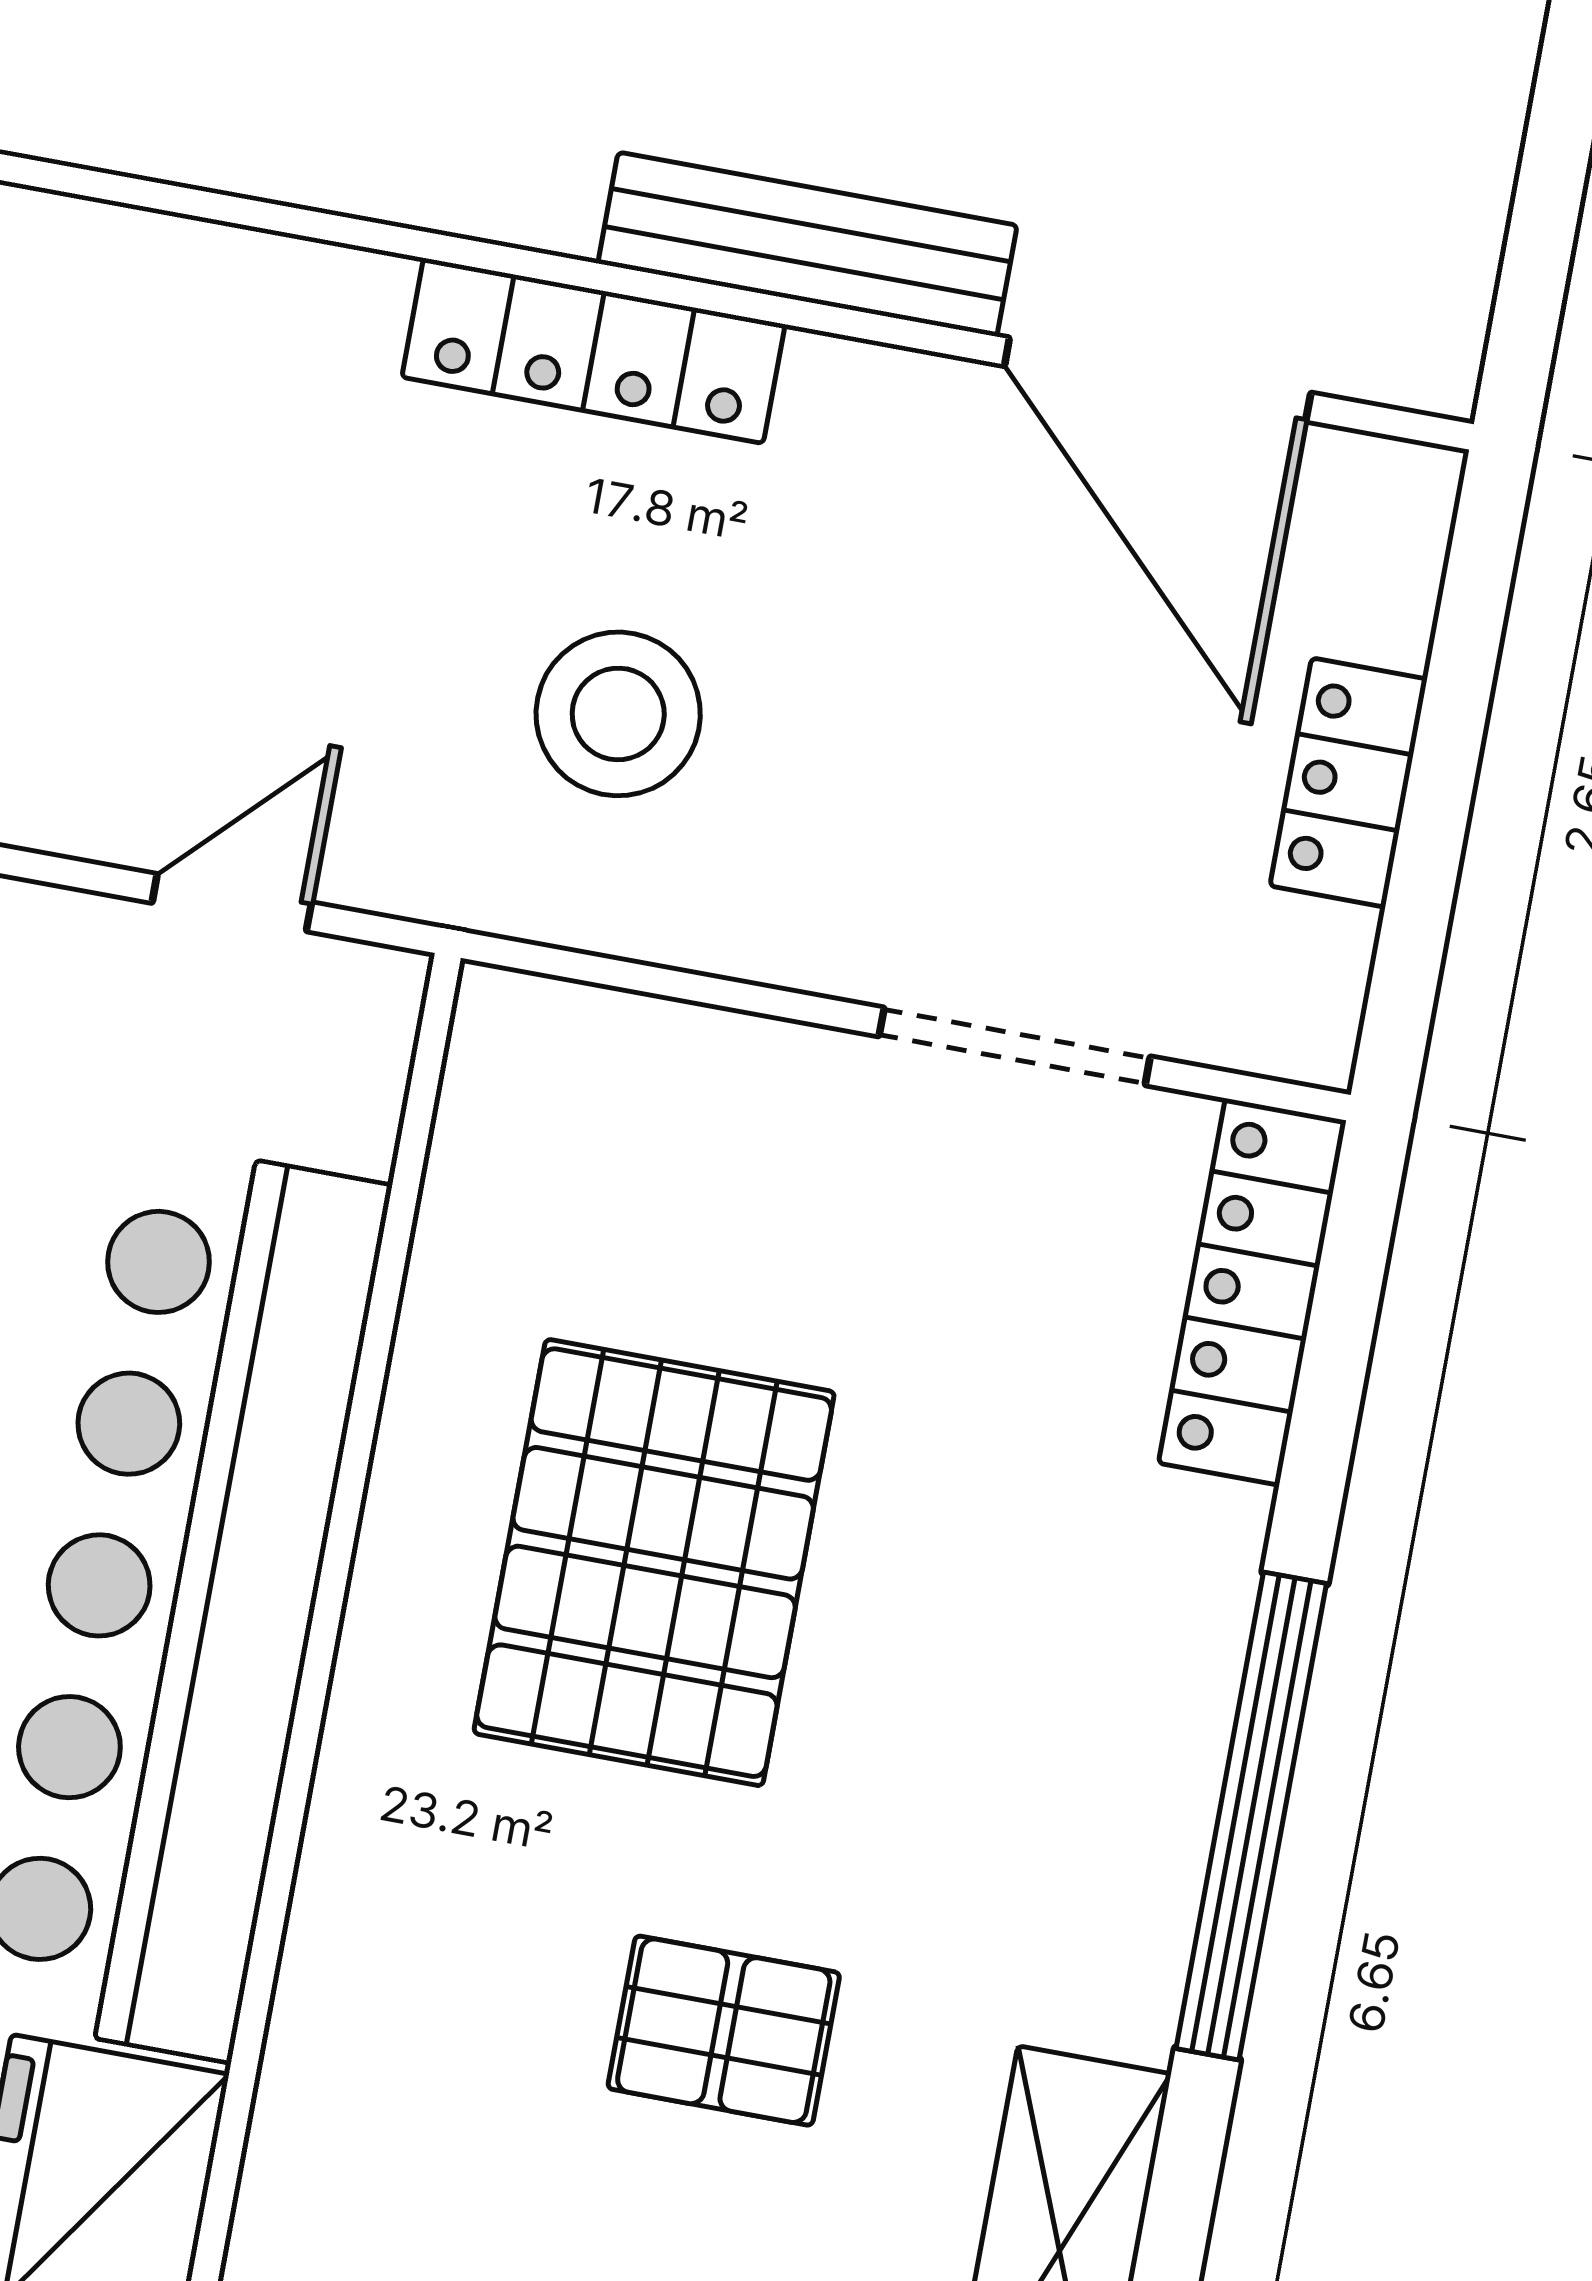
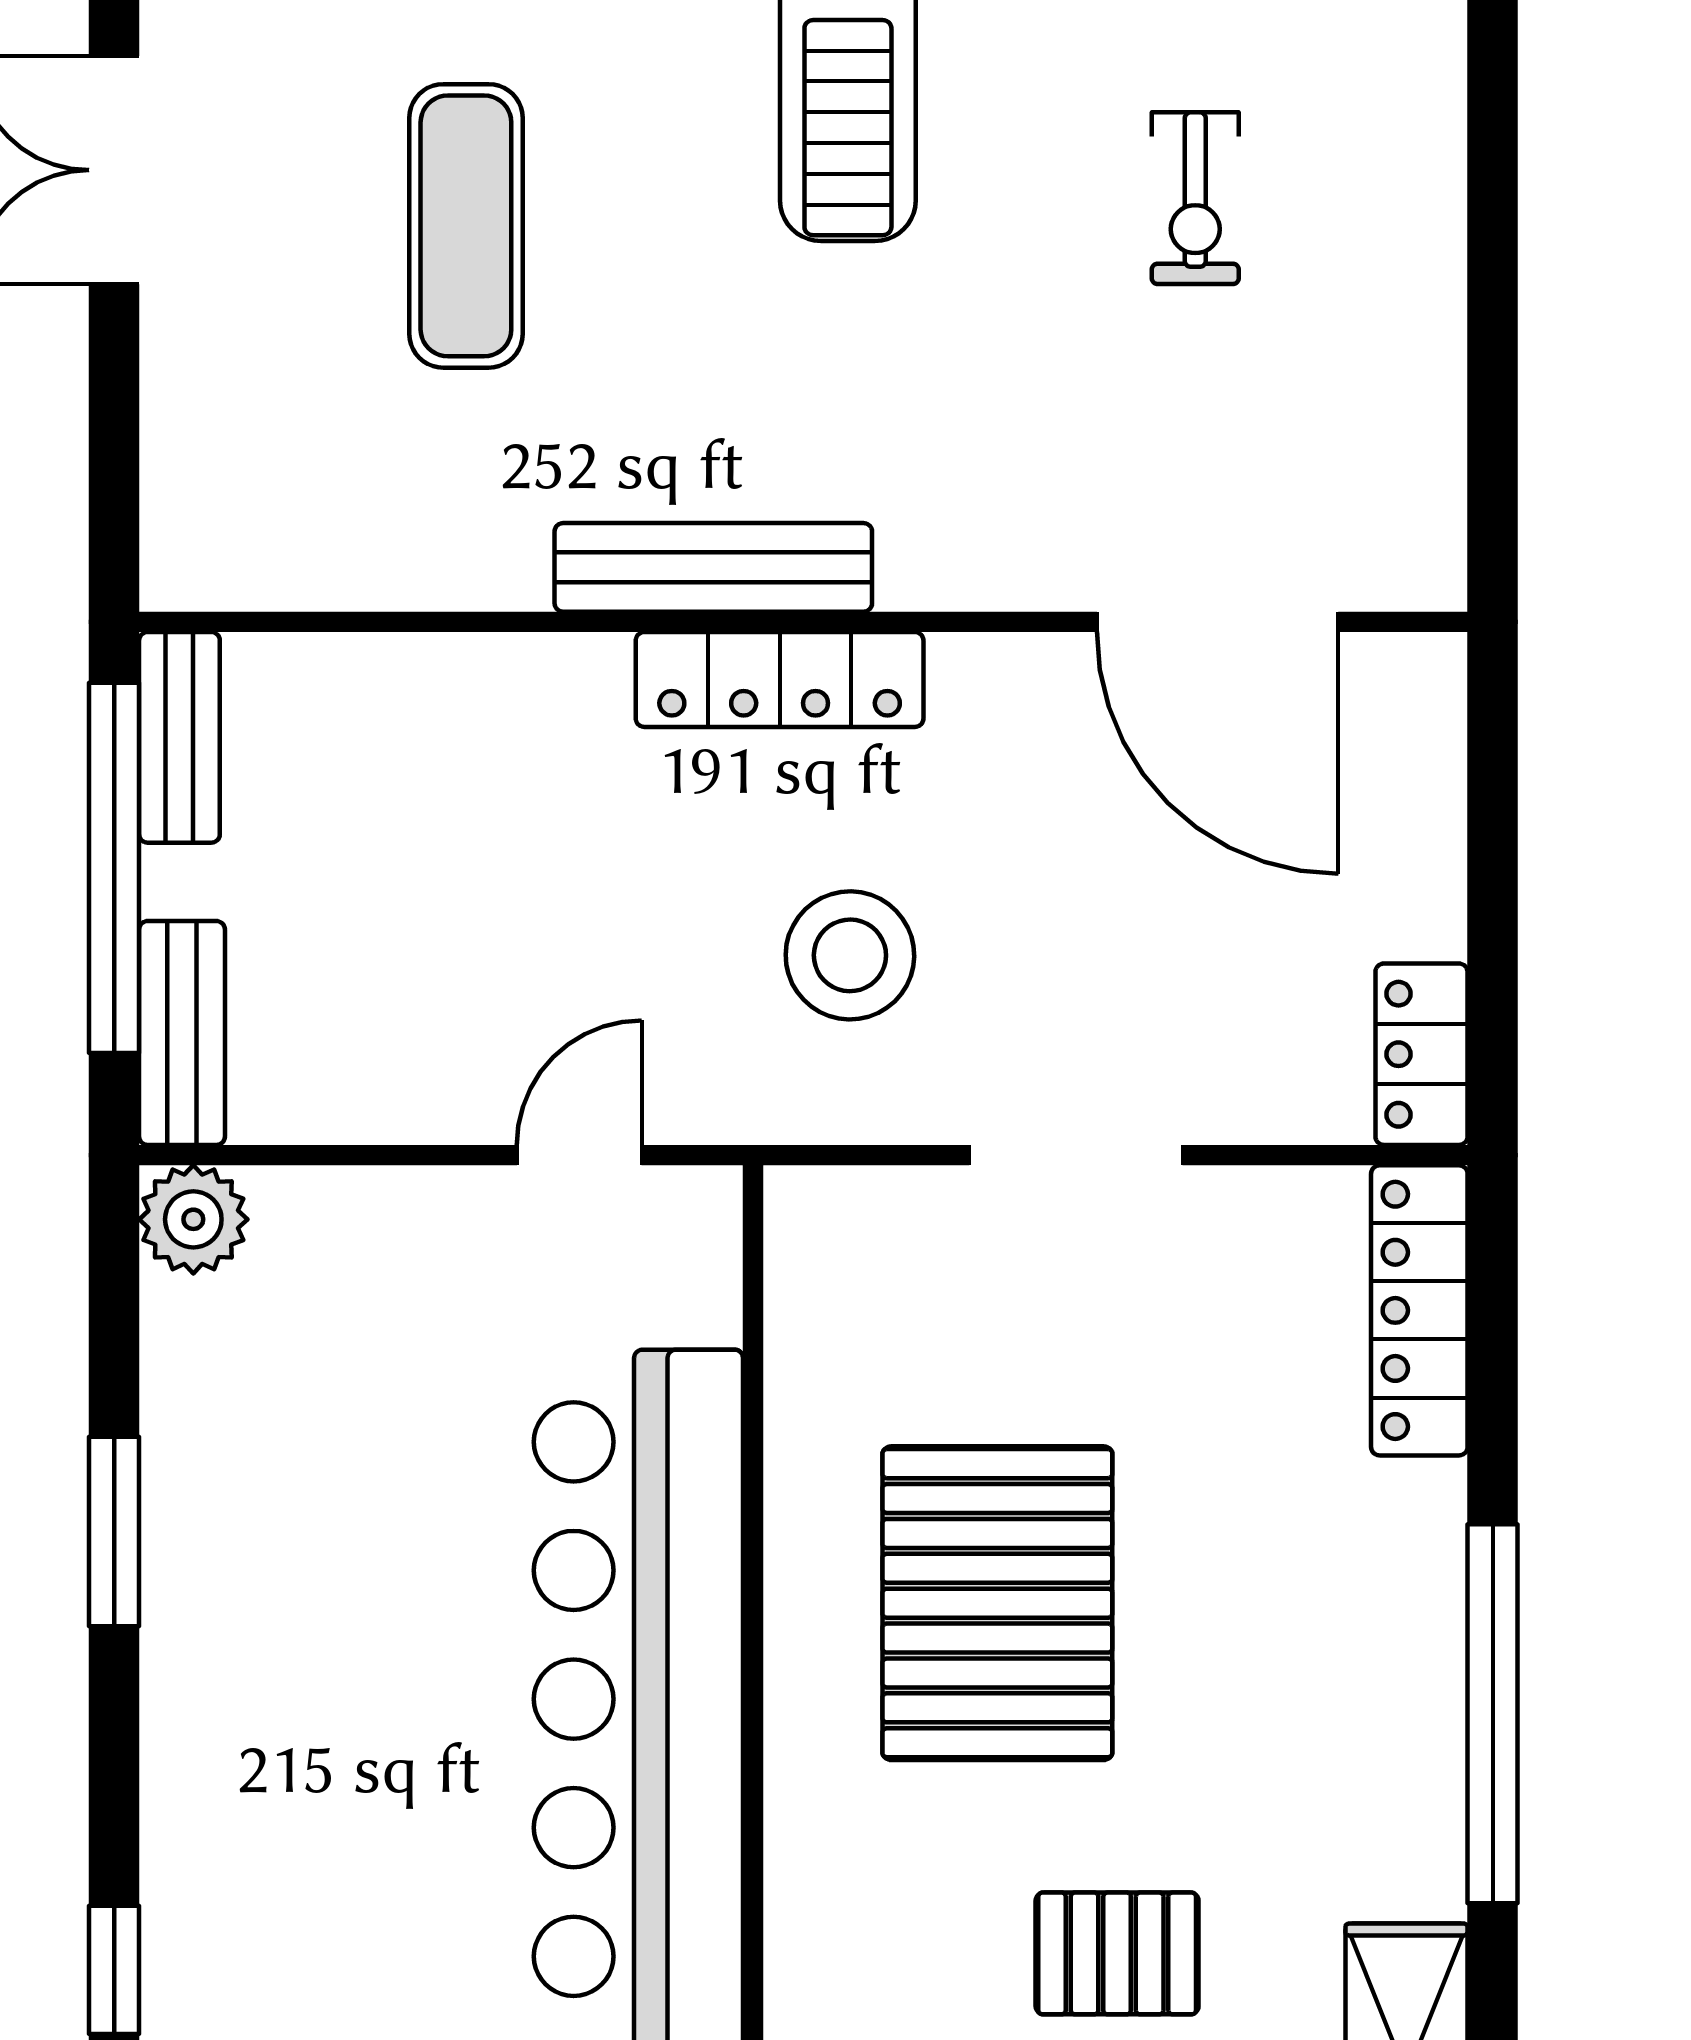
bench: (807, 244) -> (713, 567), moved
locker: (1349, 783) -> (1421, 1054), moved
doorway: (1015, 1046) -> (1076, 1155), moved

